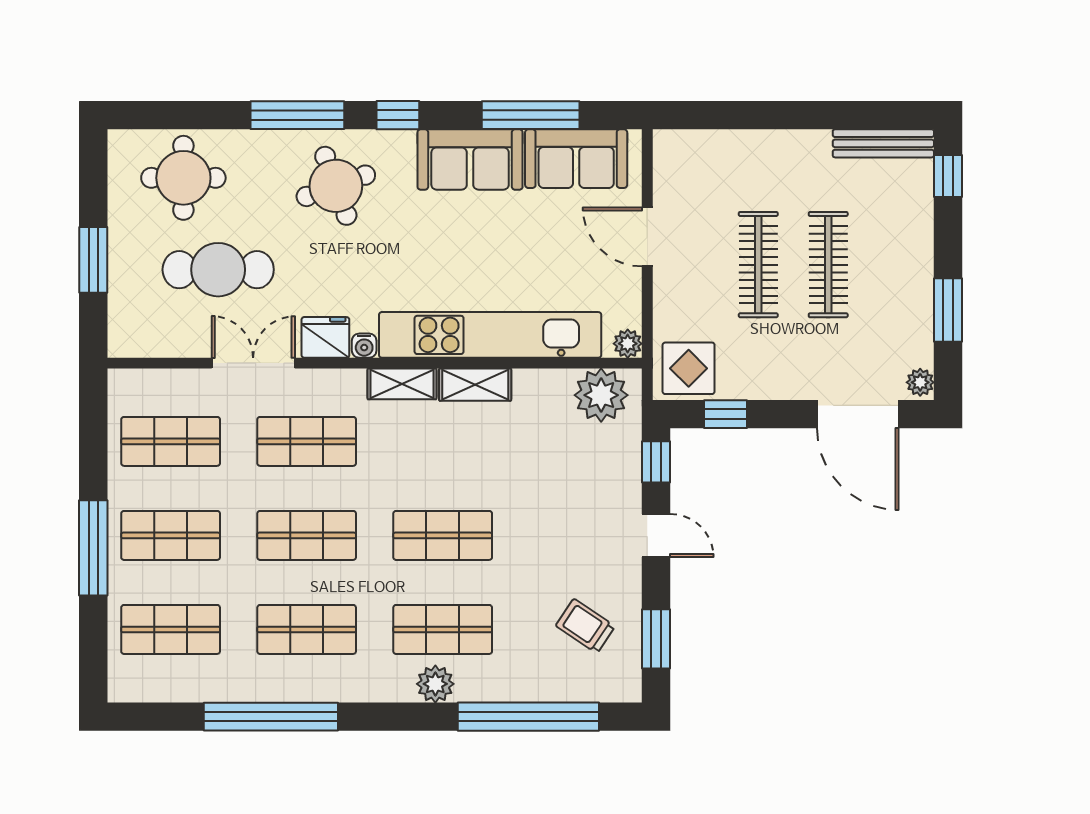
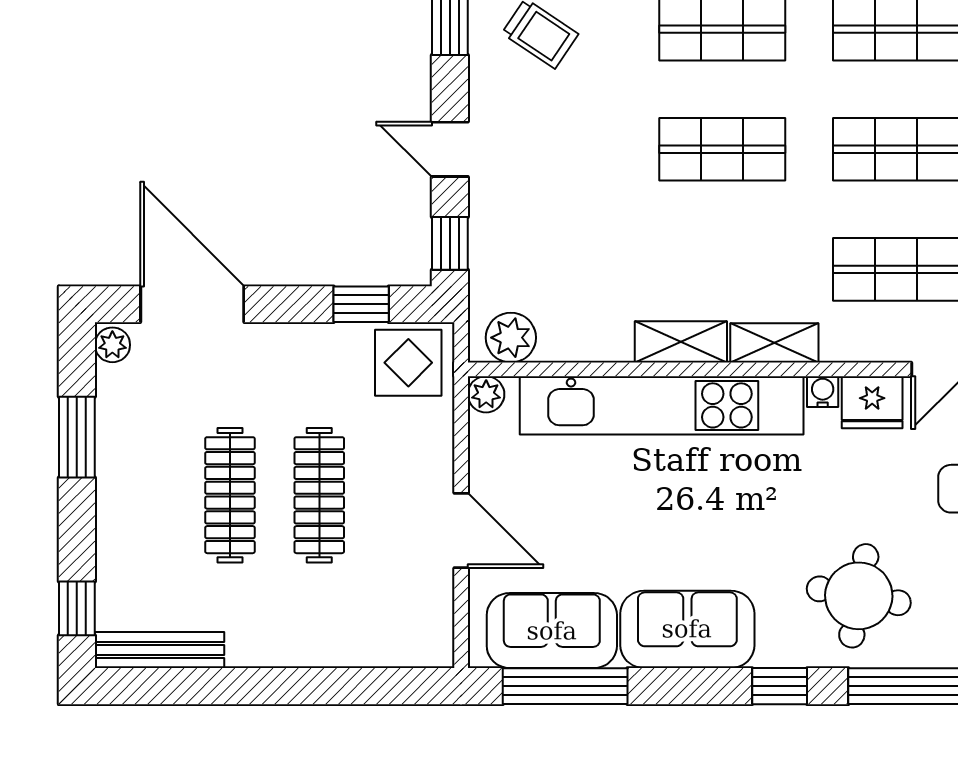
window: (531, 115) -> (565, 686), moved
round table: (336, 186) -> (859, 596), turned 30
plant: (601, 395) -> (511, 338), width x0.73, depth x0.73

